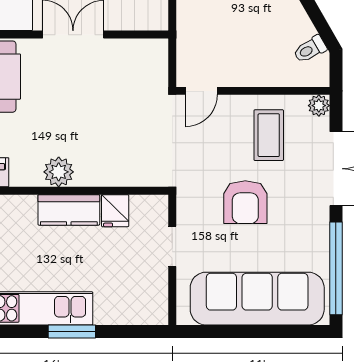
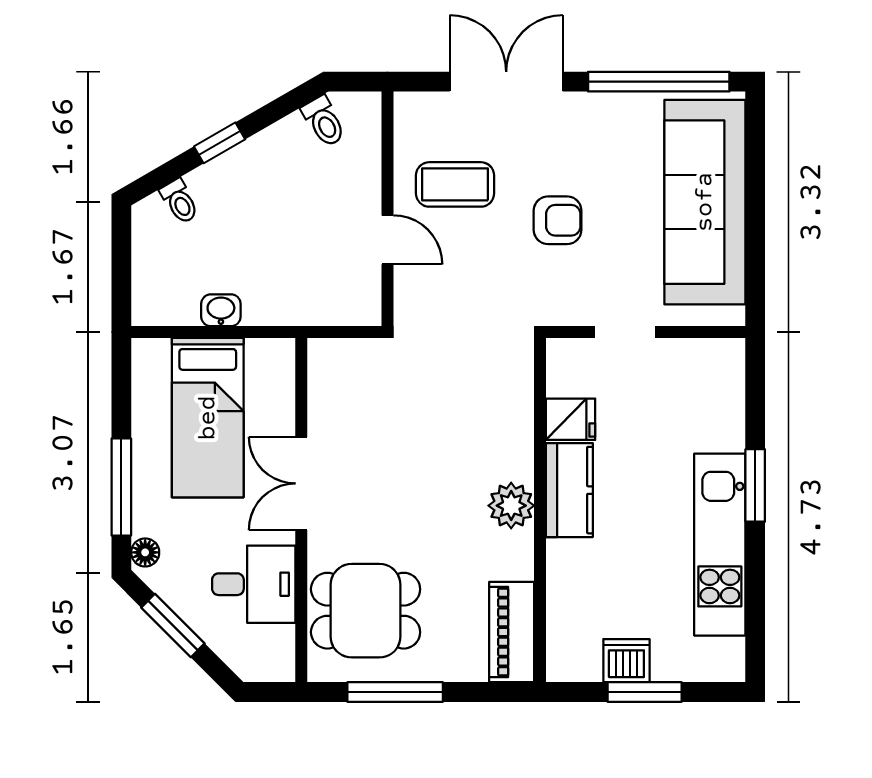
door: (201, 91) -> (387, 240), moved
plant: (319, 106) -> (410, 108), removed
armchair: (245, 202) -> (558, 220), width x0.72, depth x0.72

